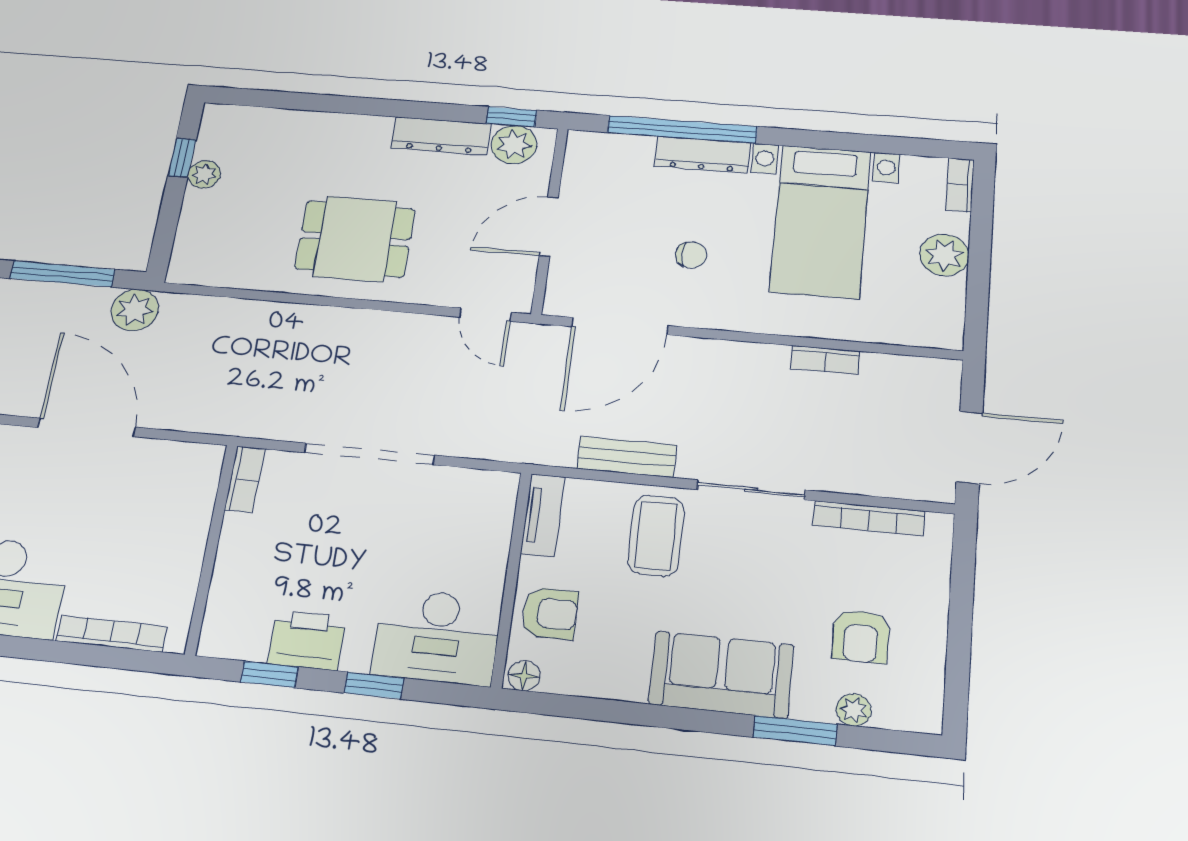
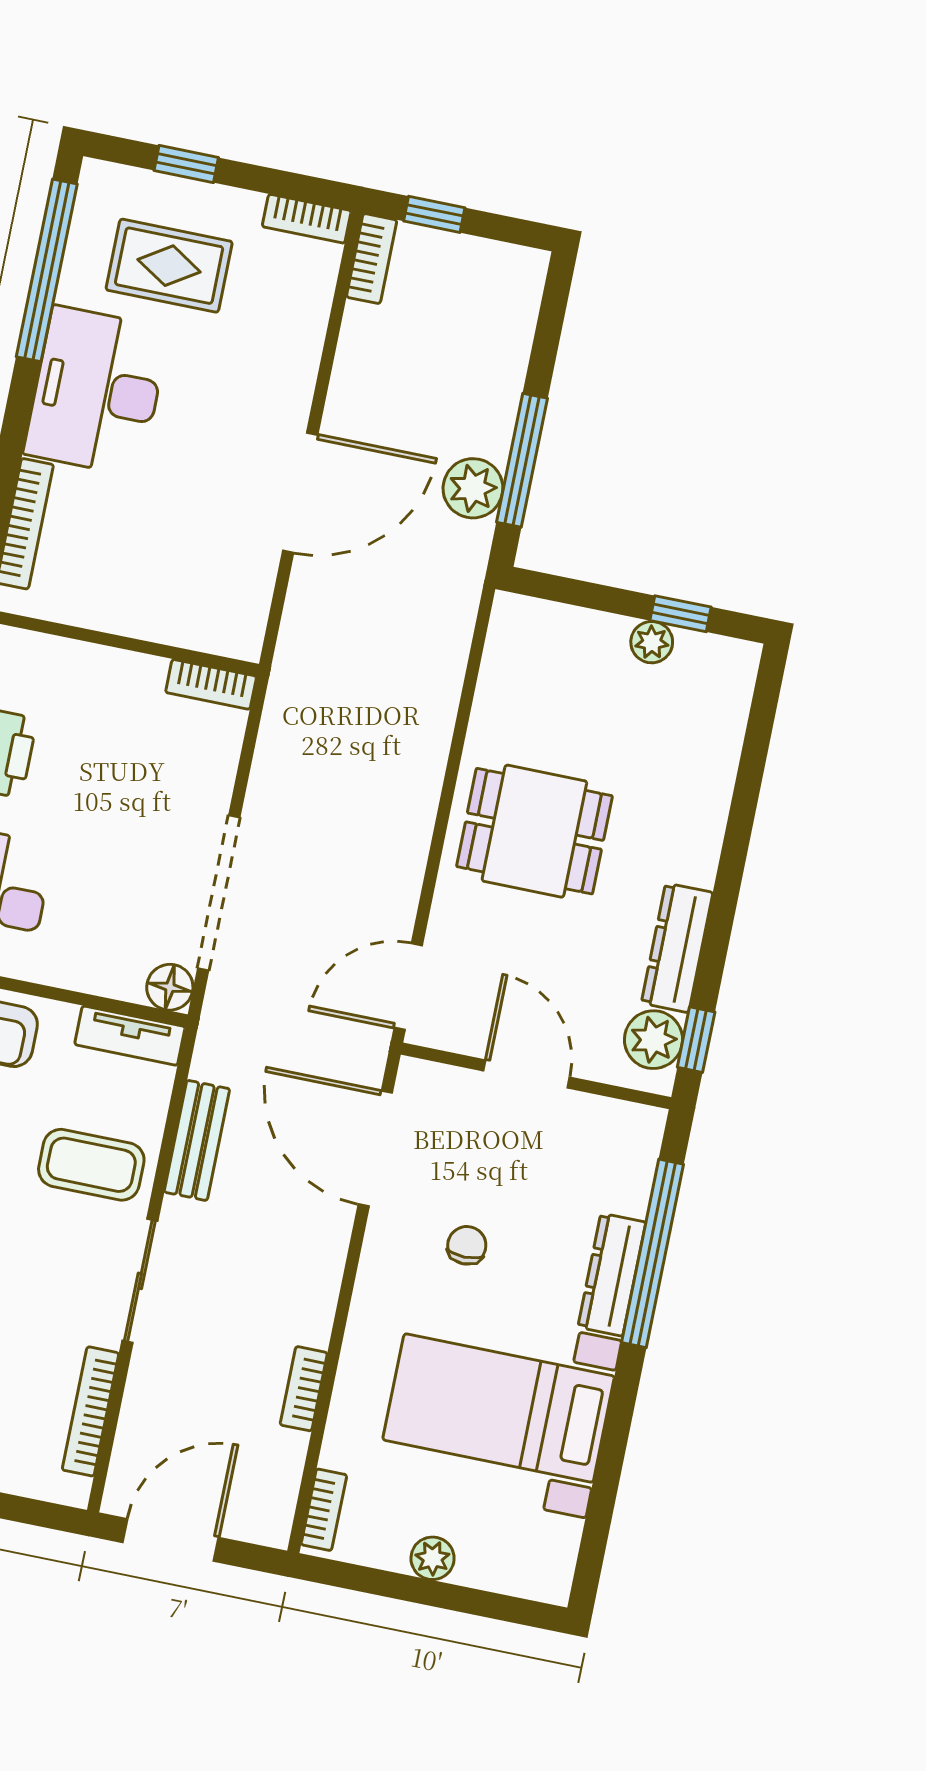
bookcase: (960, 185) -> (324, 1510), moved, turned 90
dining table: (355, 239) -> (534, 831), turned 90
chair: (691, 255) -> (467, 1245), turned 180
plant: (944, 255) -> (433, 1558), width x0.73, depth x0.73
plant: (135, 310) -> (473, 488), moved
door: (485, 315) -> (408, 987), width x1.38
door: (969, 447) -> (171, 1540), swing flipped
doorway: (369, 454) -> (219, 893), moved
floor lamp: (499, 488) -> (170, 987), added

